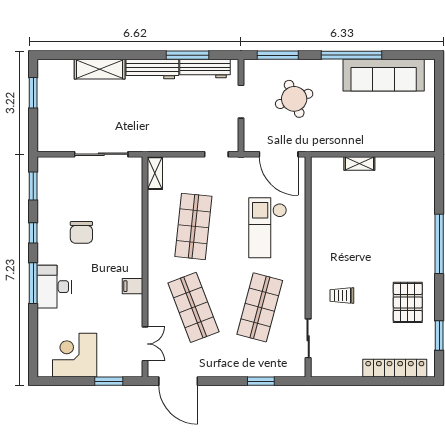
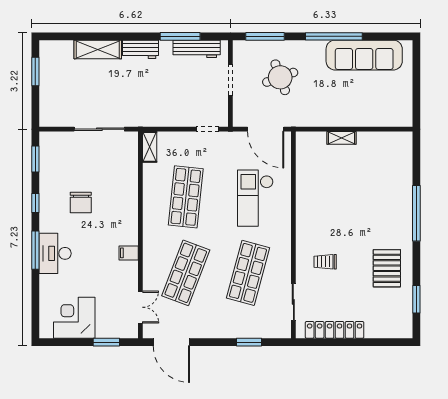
workbench: (152, 69) -> (140, 49), width x0.73
shop shelf: (193, 307) -> (186, 273), turned 42
locker: (395, 368) -> (335, 330), moved

